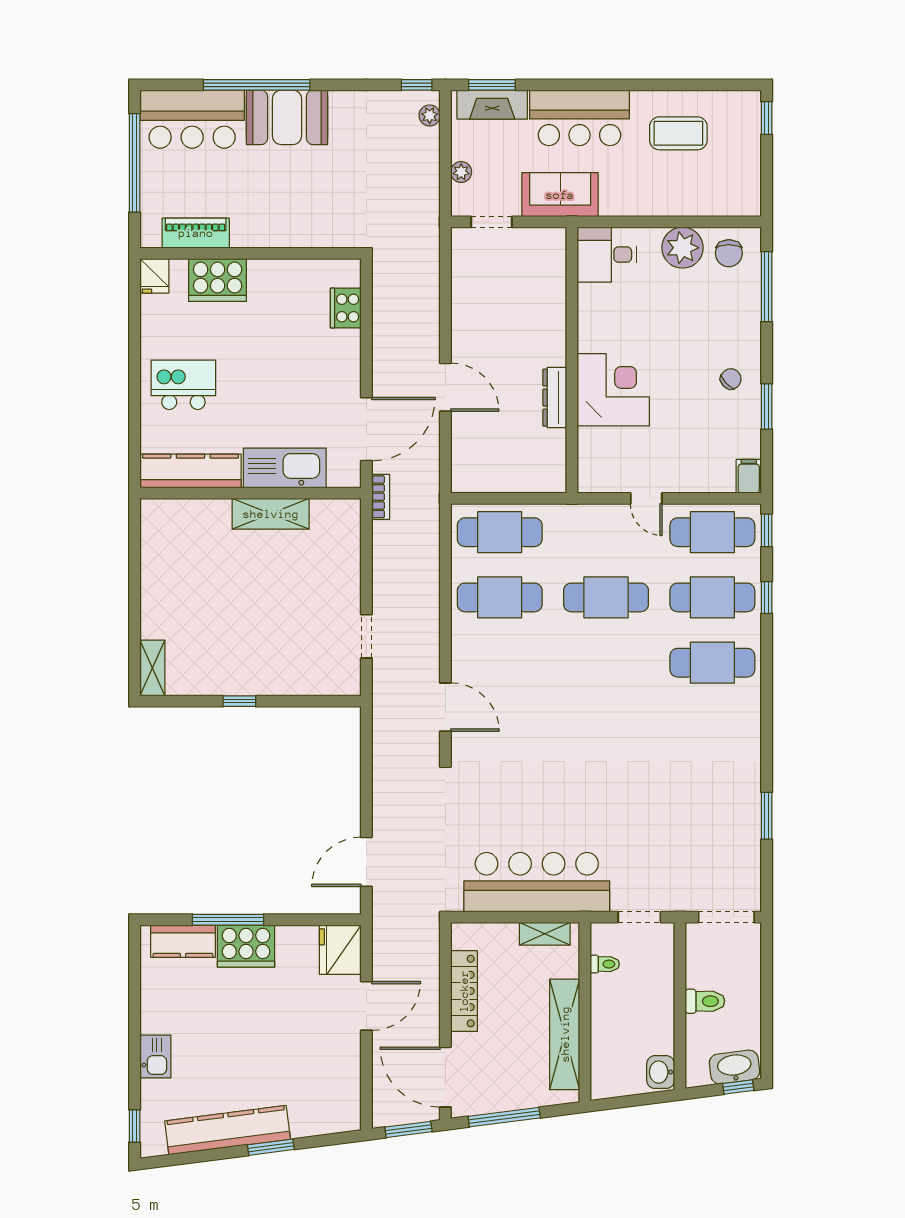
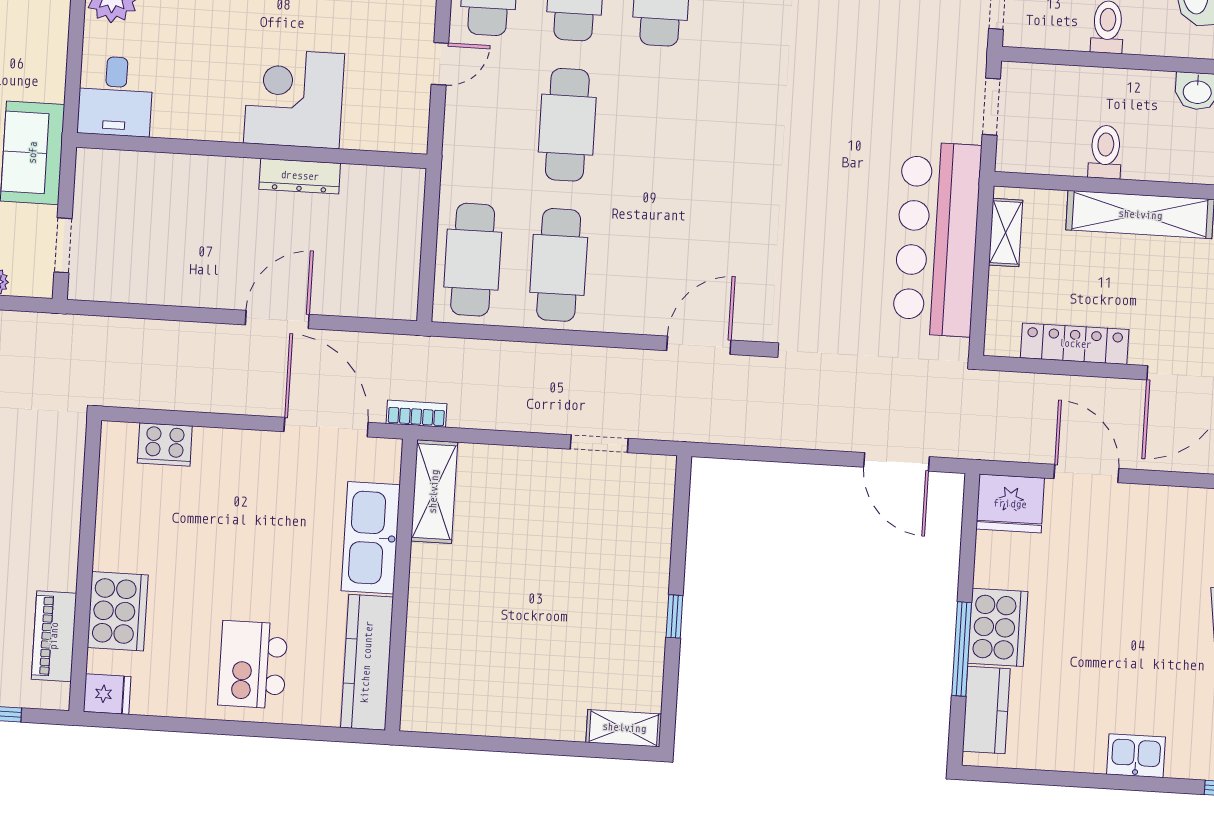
shelving: (271, 514) -> (434, 492), moved
toilet: (605, 964) -> (1105, 152), moved, width x1.37, depth x1.39

